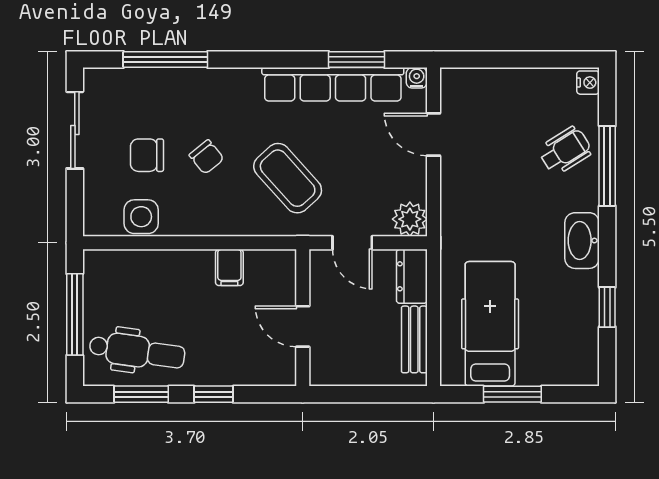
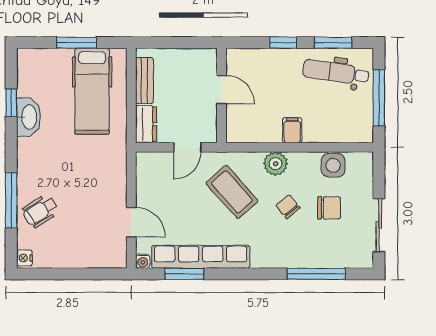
plant: (410, 219) -> (276, 164), moved
washbasin: (582, 241) -> (29, 117), moved
door: (352, 243) -> (187, 147), swing flipped
filing cabinet: (229, 267) -> (292, 130), moved

